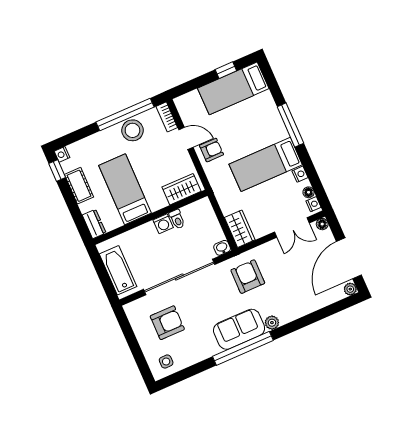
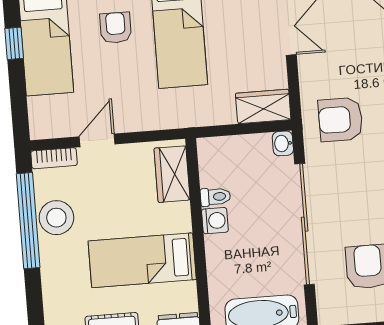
armchair: (211, 150) -> (116, 28), moved

